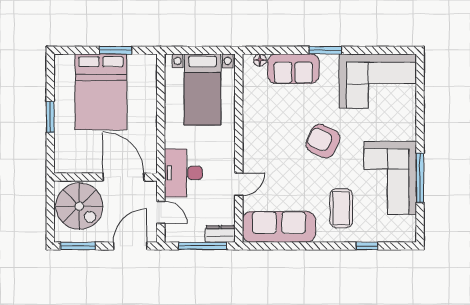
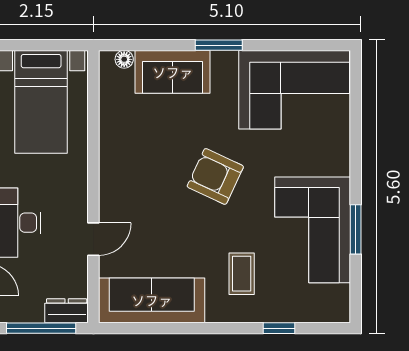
window: (420, 178) -> (356, 229), width x0.69
coffee table: (341, 208) -> (242, 274), width x0.73, depth x0.77

